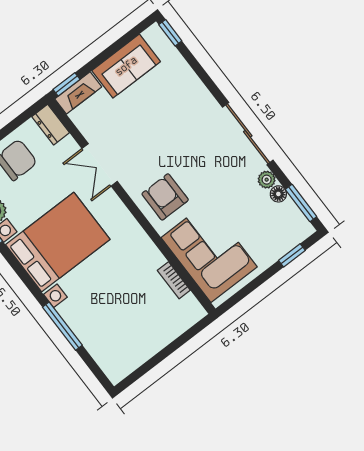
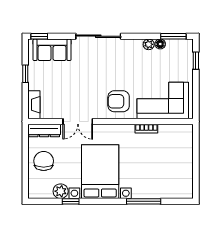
sofa: (126, 66) -> (52, 50), moved, turned 90
window: (66, 84) -> (25, 74), moved
dresser: (51, 125) -> (44, 131), width x1.44
sliding door: (248, 134) -> (98, 36), moved
bookcase: (174, 280) -> (146, 129), moved

